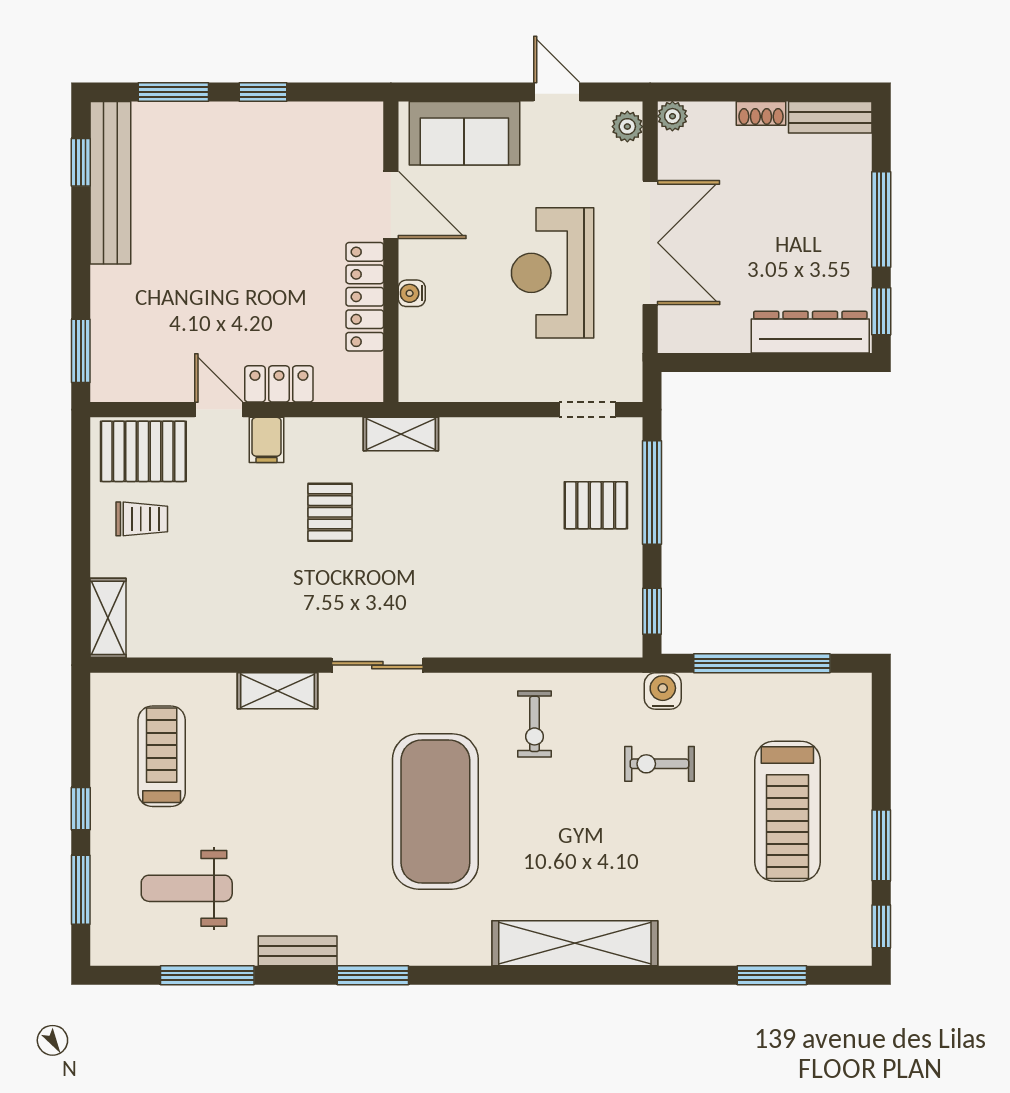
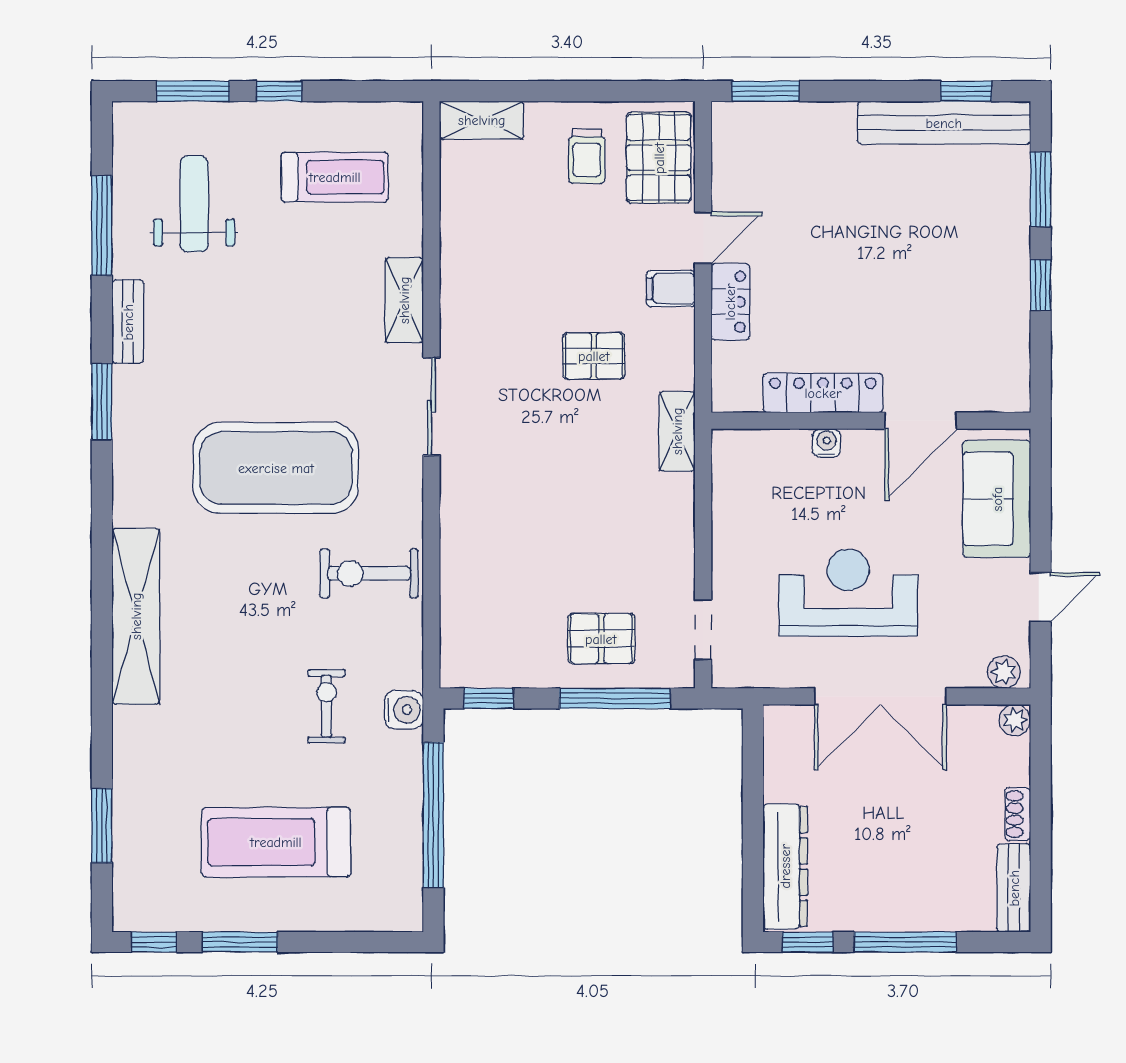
pallet: (596, 505) -> (601, 639), turned 90
exercise bike: (535, 724) -> (369, 573), width x1.38, depth x1.39

